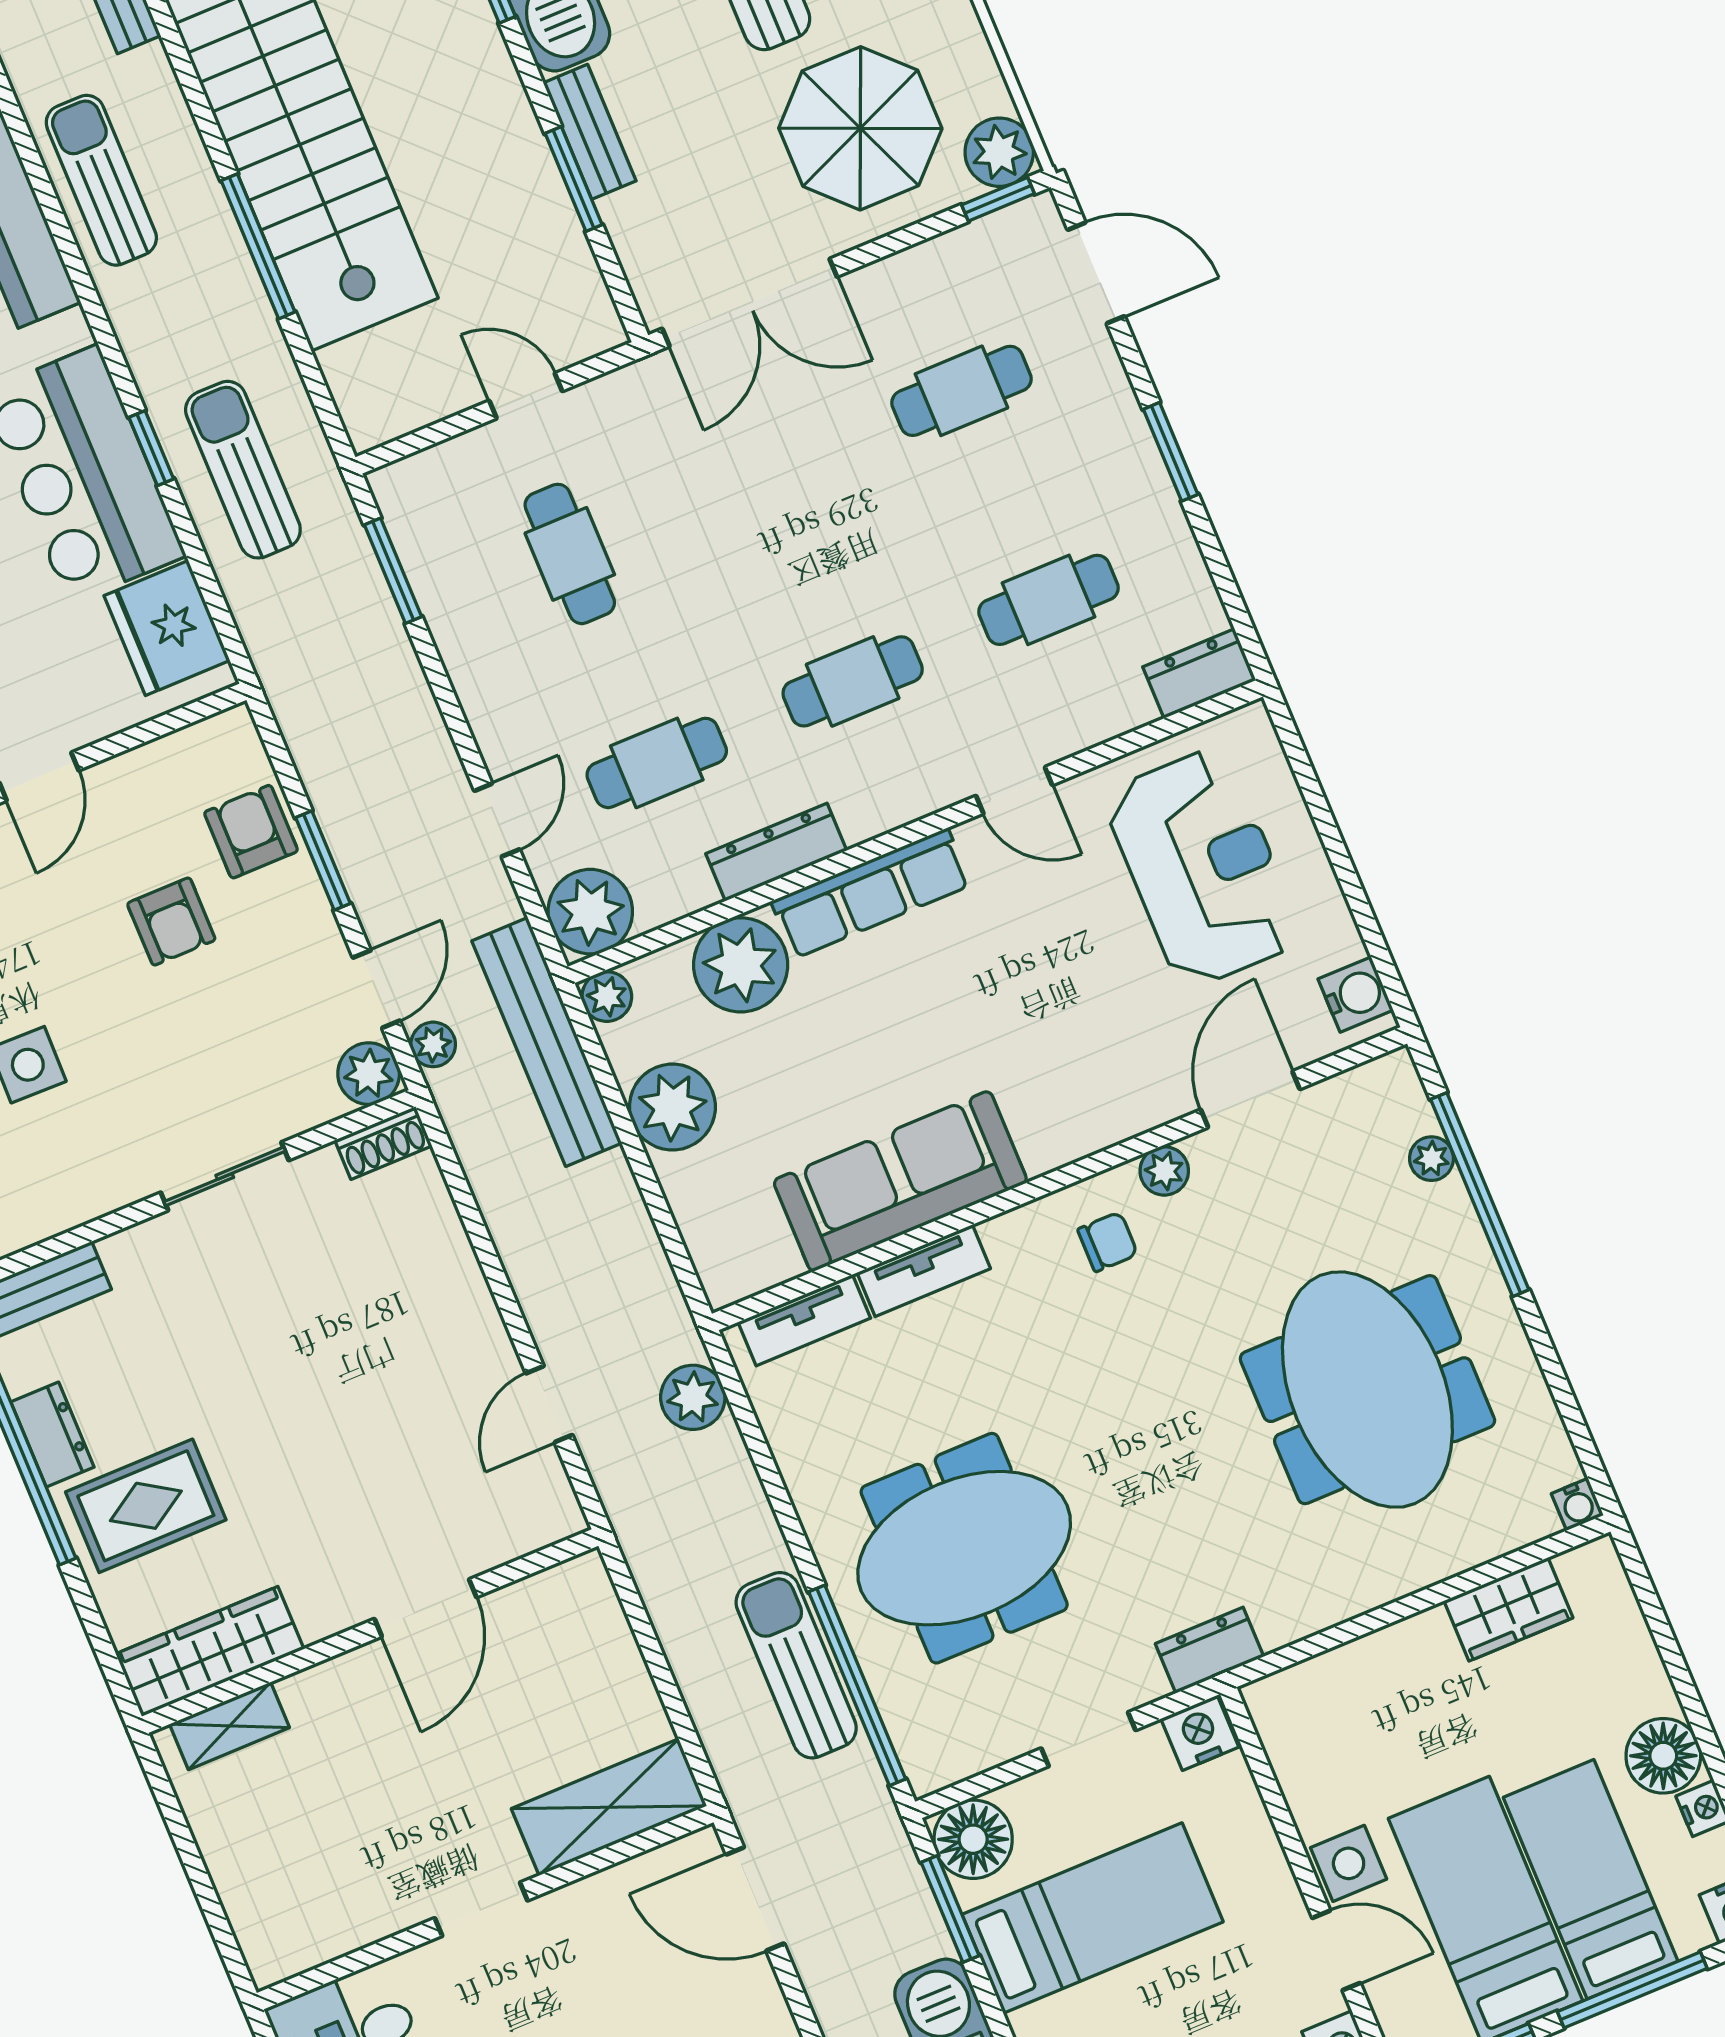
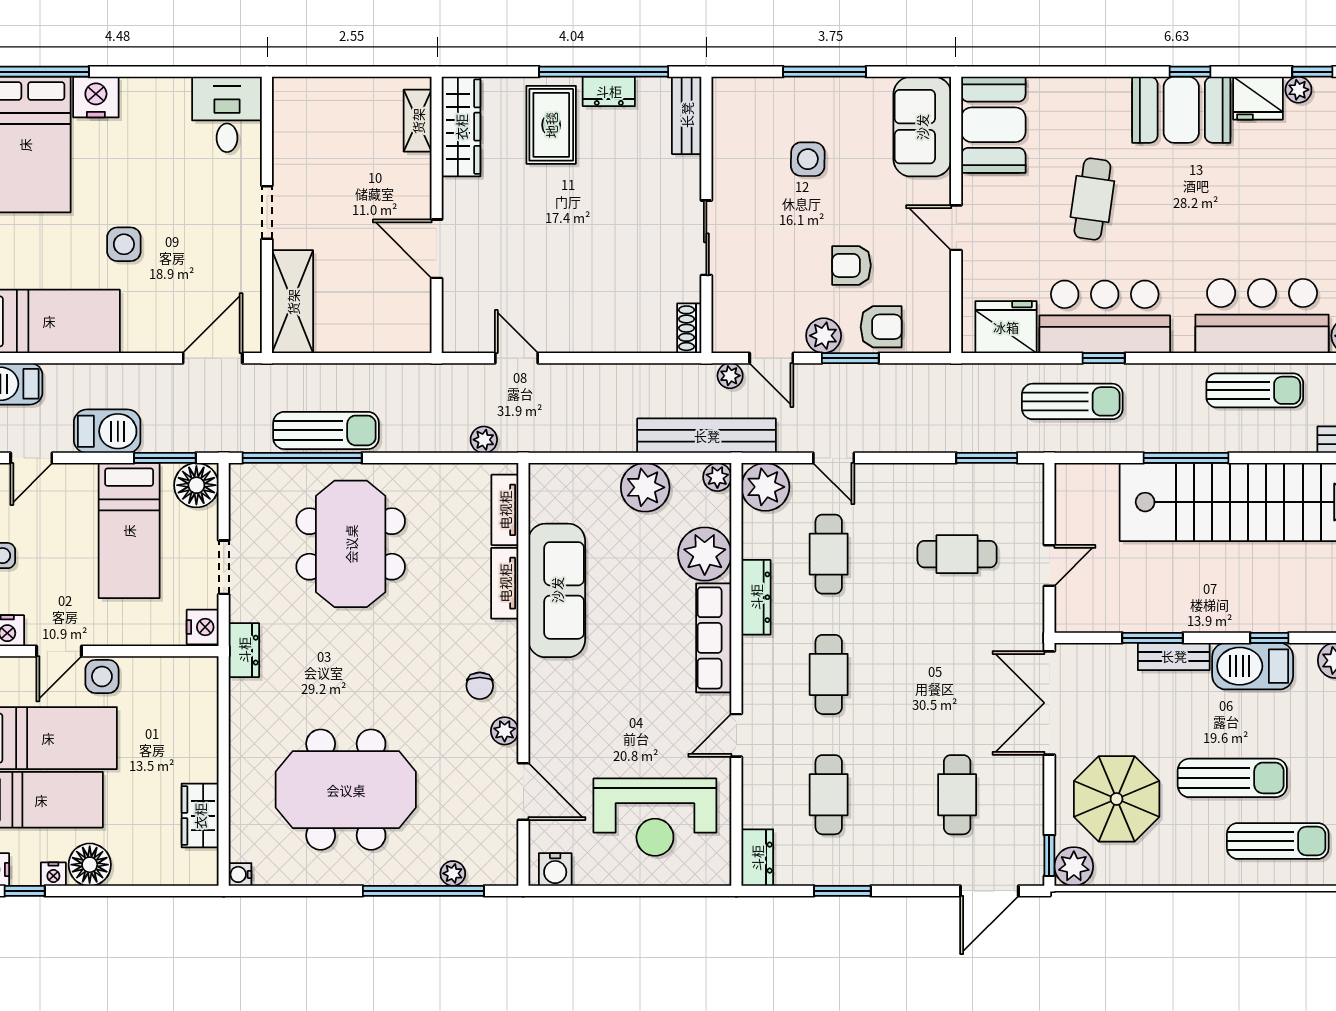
window: (1171, 452) -> (842, 891), moved
plant: (369, 1074) -> (824, 336), moved
plant: (693, 1397) -> (484, 440), width x0.73, depth x0.73

